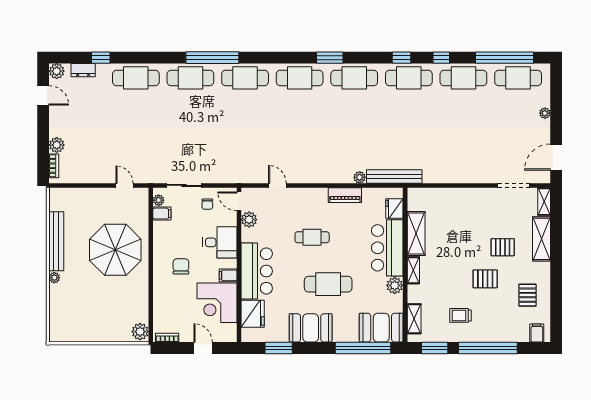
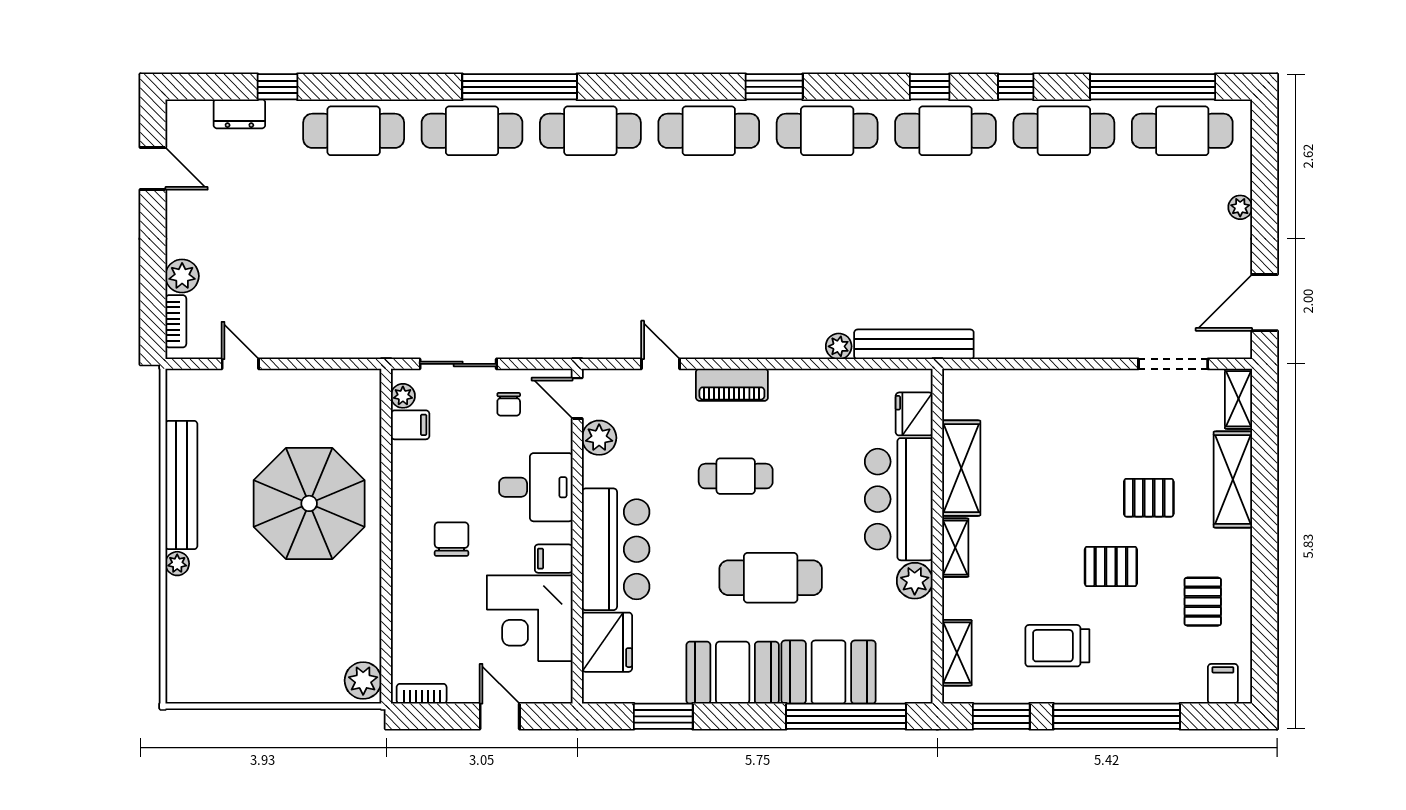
plant: (57, 71) -> (182, 116), removed
door: (124, 185) -> (240, 364), moved
piano: (345, 195) -> (732, 385), moved
trolley: (460, 315) -> (1057, 646), width x1.36, depth x1.39
booth: (381, 328) -> (829, 672), moved

